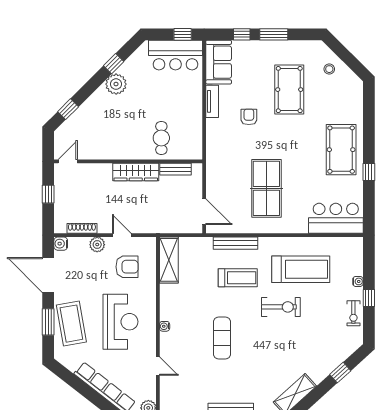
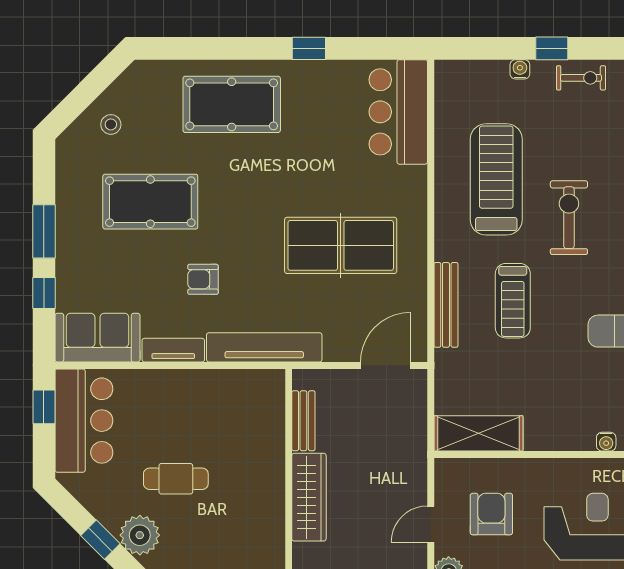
cafe table: (161, 138) -> (176, 479), moved
tv unit: (214, 149) -> (264, 347), added
pool table: (341, 150) -> (232, 104), moved
treadmill: (238, 278) -> (513, 301), turned 180

